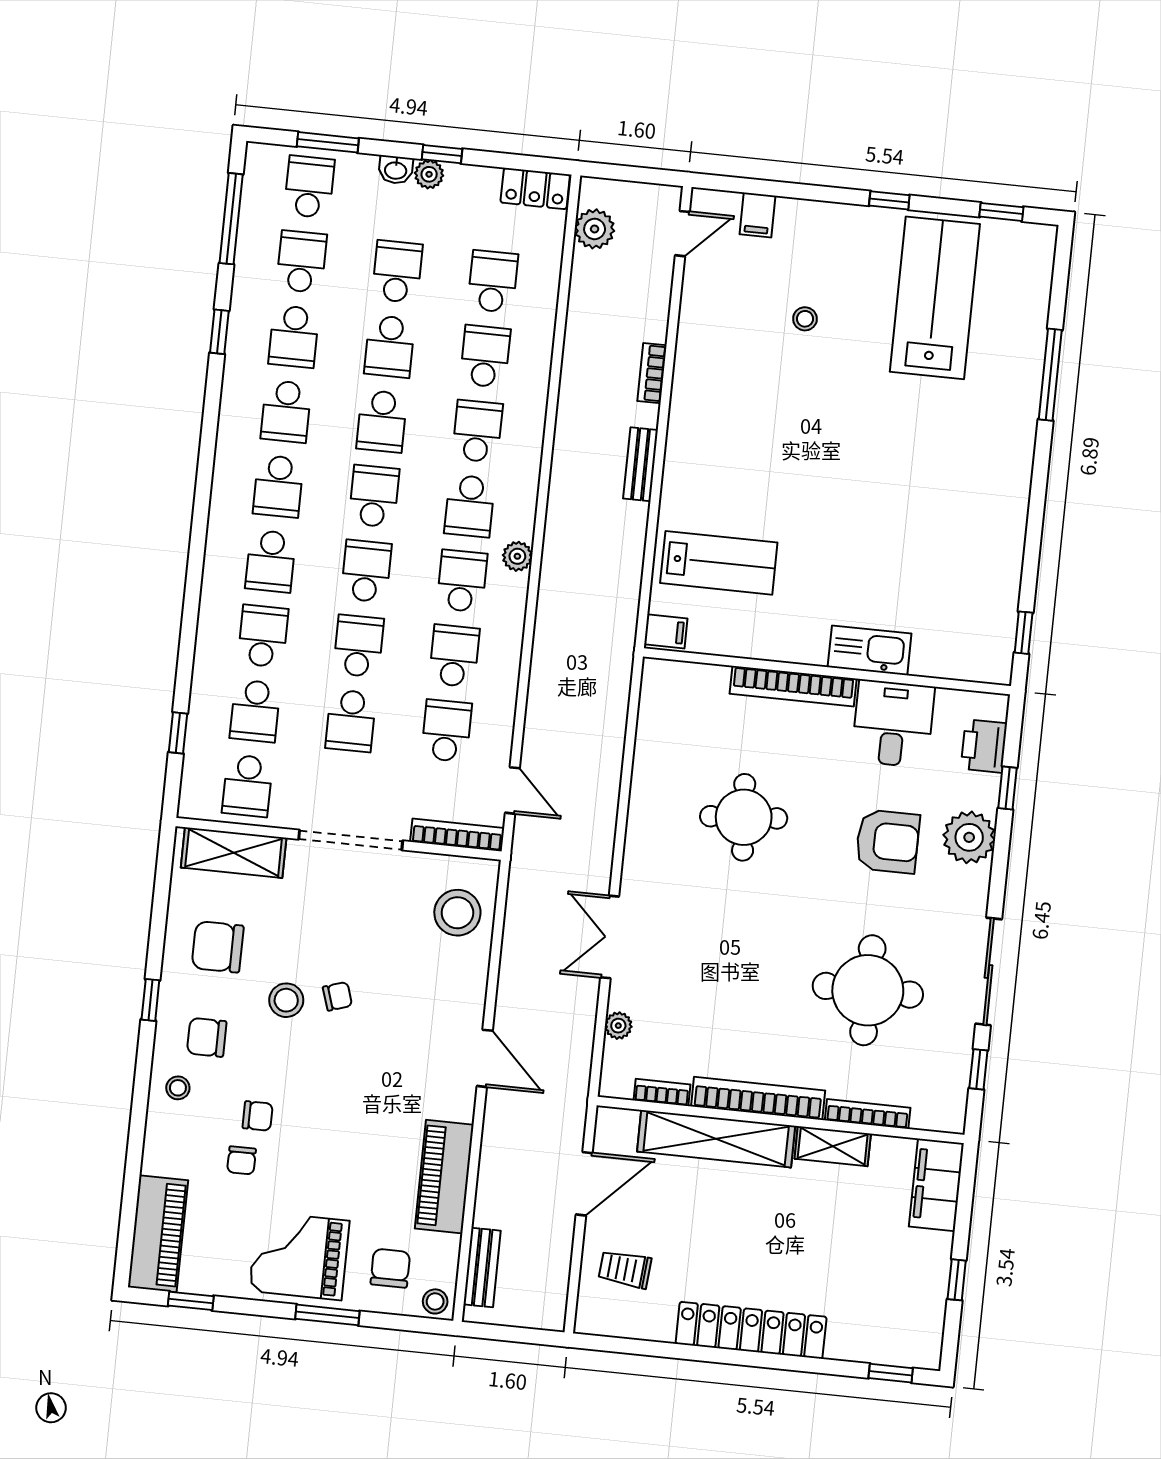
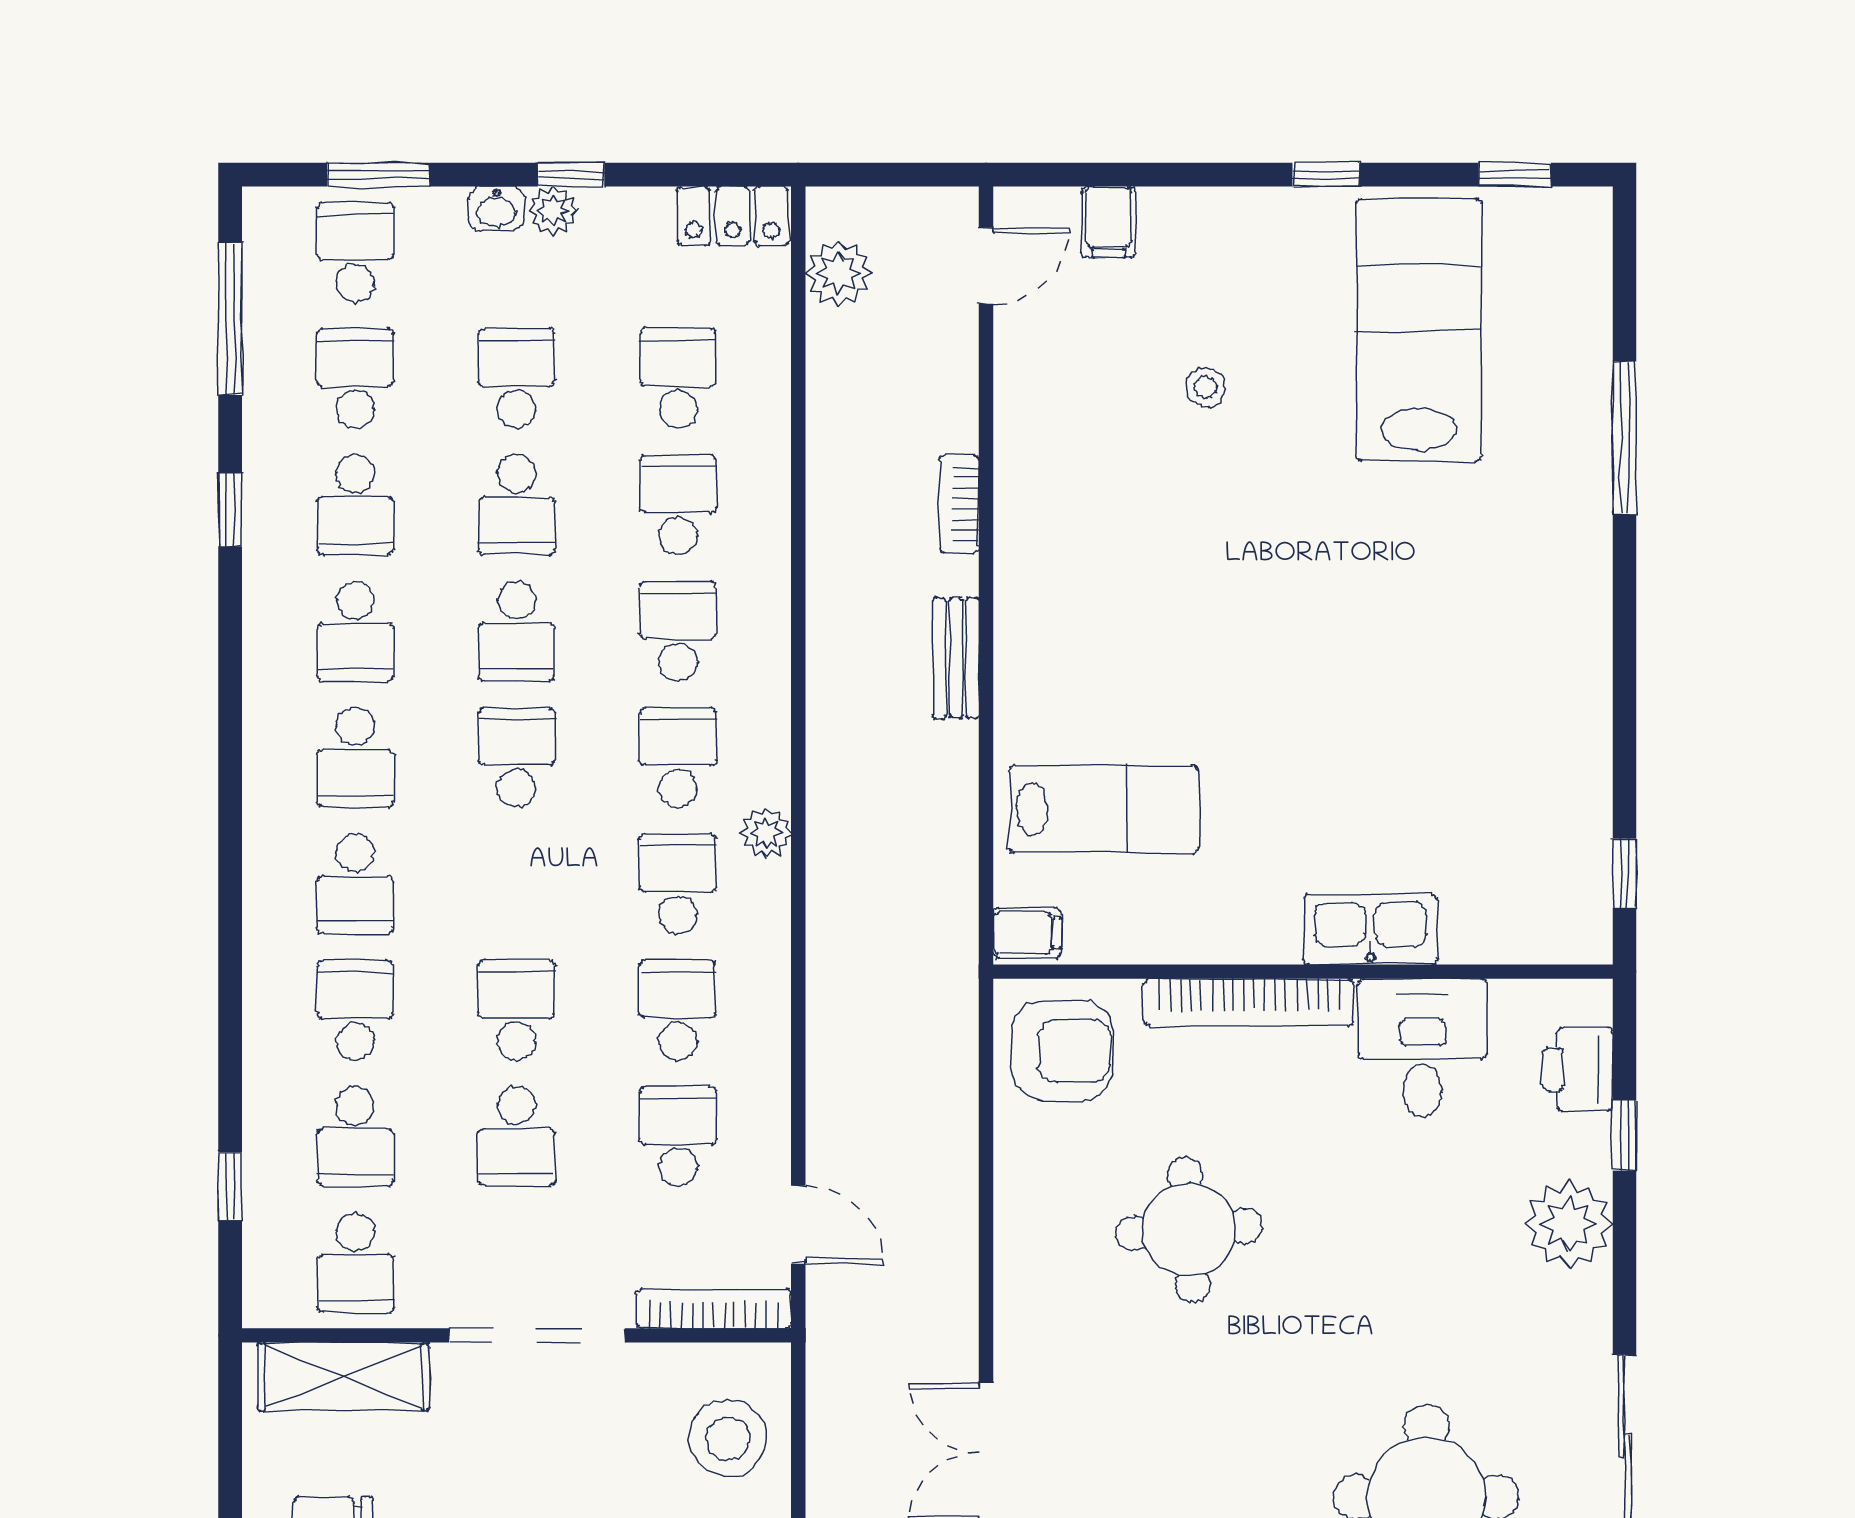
school desk: (470, 506) -> (678, 757), turned 180
school desk: (366, 571) -> (517, 884), removed
armchair: (888, 841) -> (1062, 1050), moved

